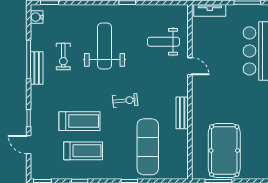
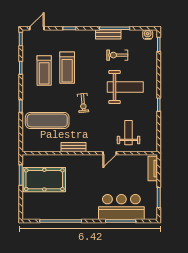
door: (29, 145) -> (37, 28), moved

